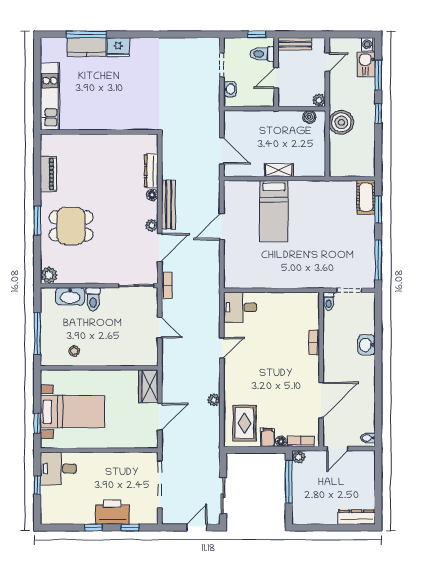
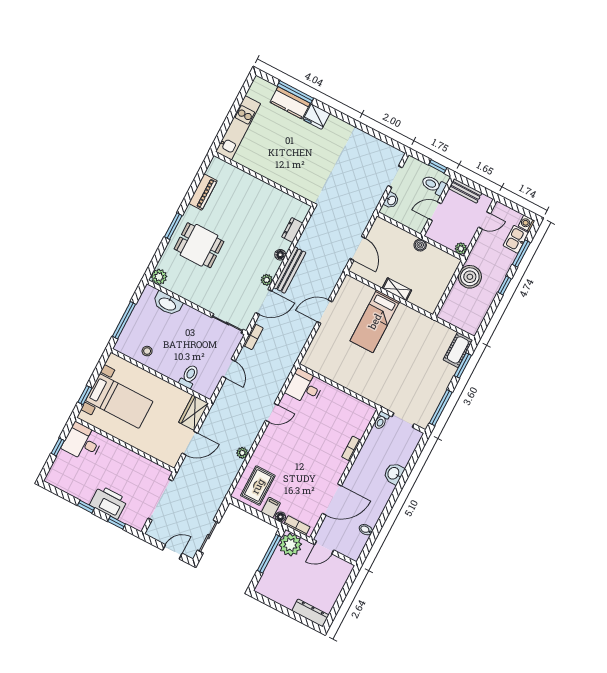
boiler: (309, 117) -> (420, 245), moved
dresser: (151, 171) -> (292, 230), width x0.70
toilet: (93, 299) -> (189, 376), moved, turned 180
bidet: (368, 438) -> (366, 530), moved
plant: (298, 457) -> (290, 545), width x1.88, depth x1.88

